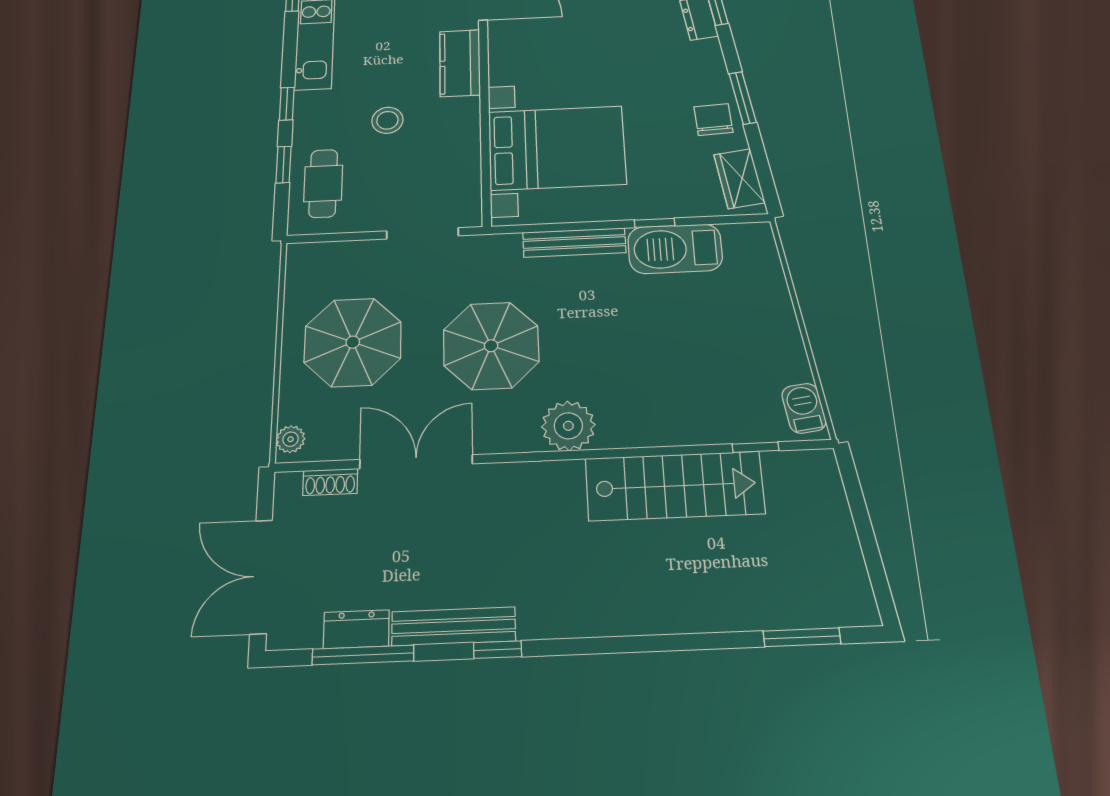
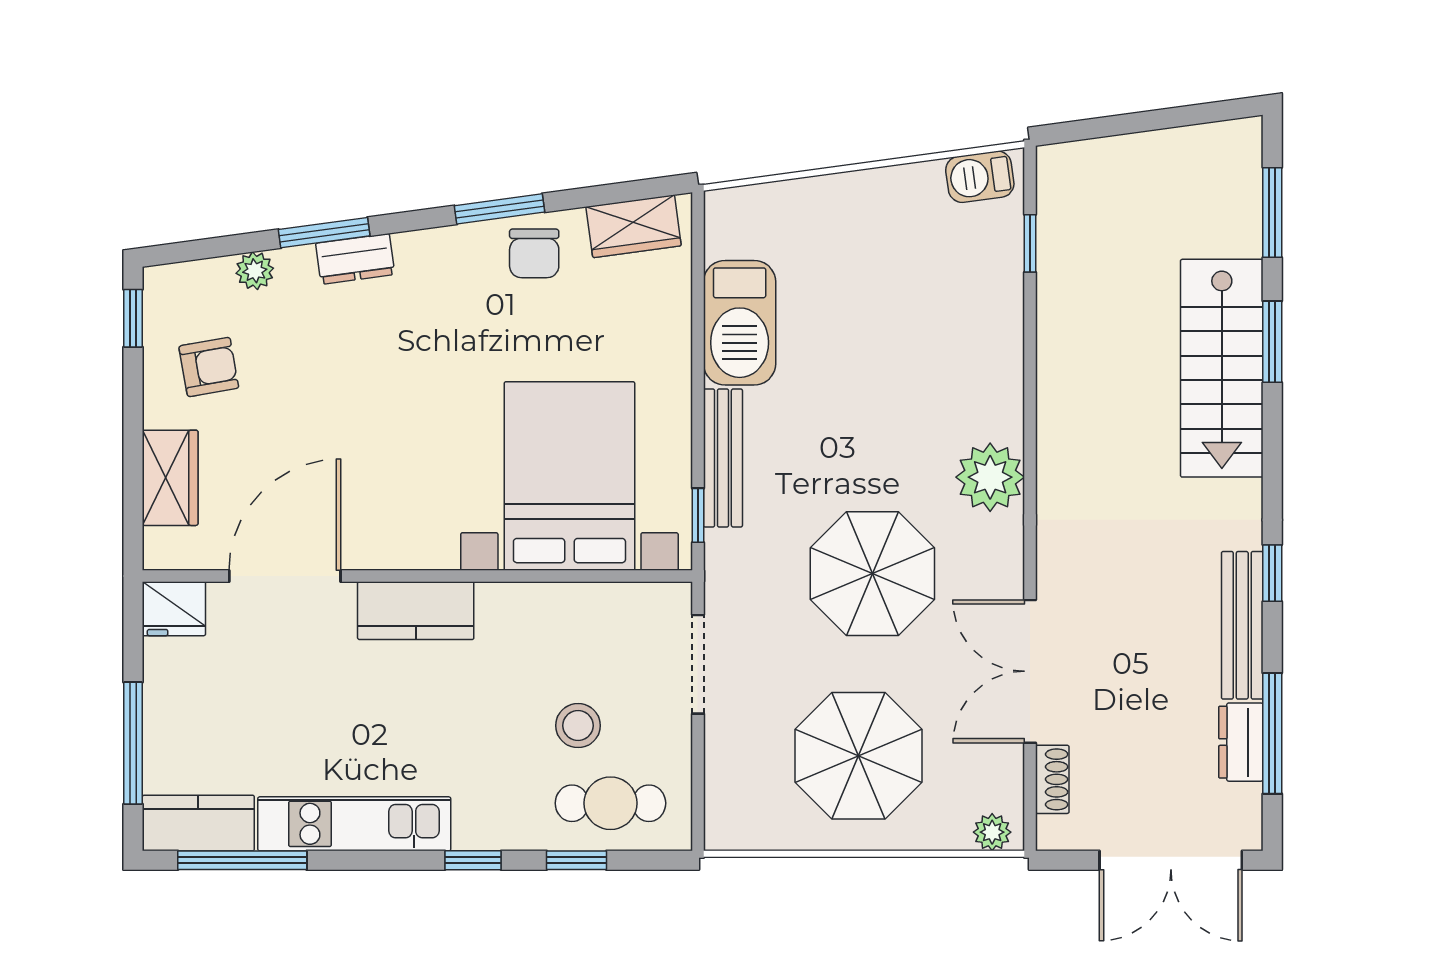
stool: (387, 120) -> (578, 726), moved
chair: (713, 120) -> (534, 253), turned -87
window: (655, 223) -> (698, 515), moved
stairs: (675, 486) -> (1222, 368), moved, turned 180
window: (693, 642) -> (1272, 342), added

